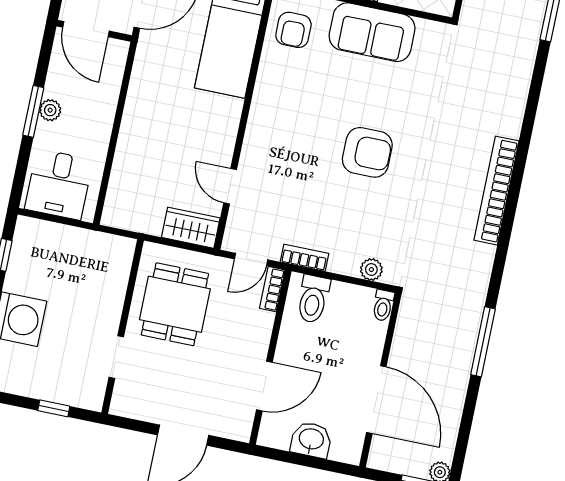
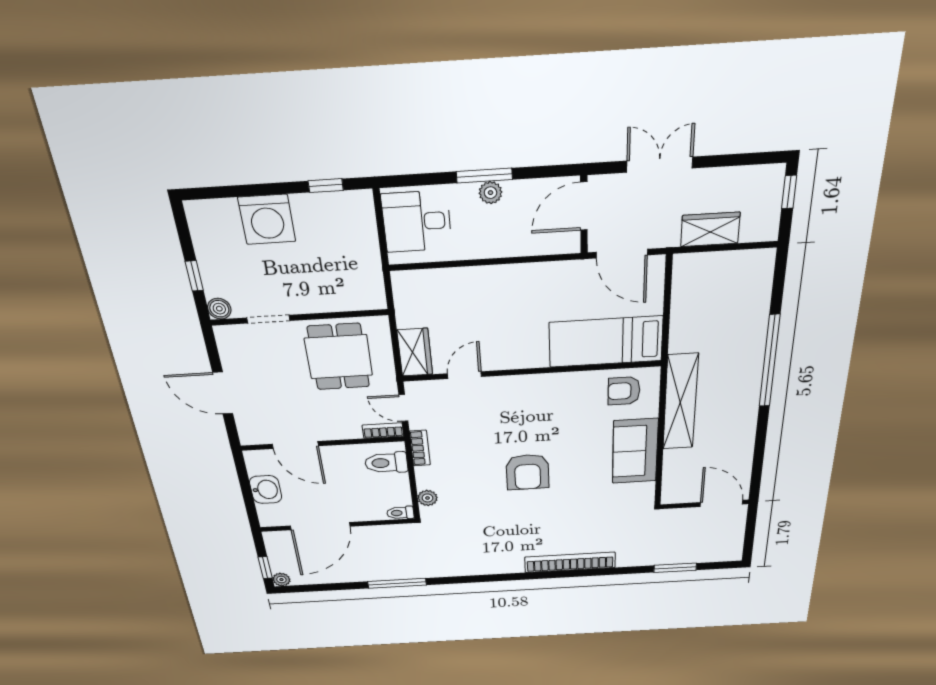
bookcase: (496, 191) -> (570, 562), moved
dining table: (175, 304) -> (339, 357), turned 90
boiler: (93, 399) -> (219, 309), added

